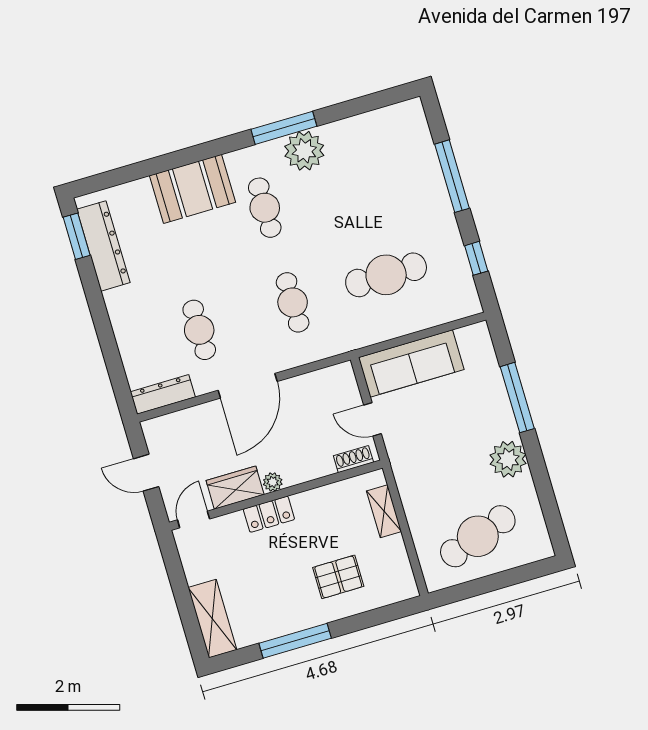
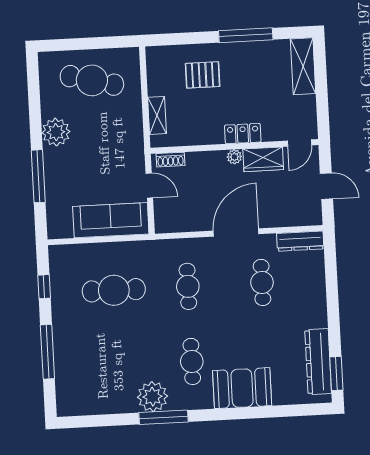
cafe table: (478, 536) -> (92, 80), turned 33

